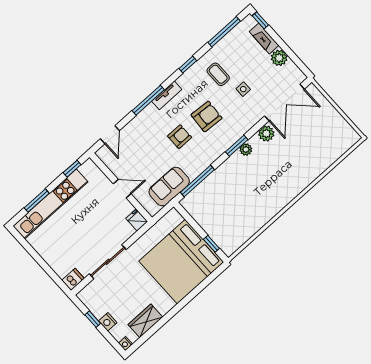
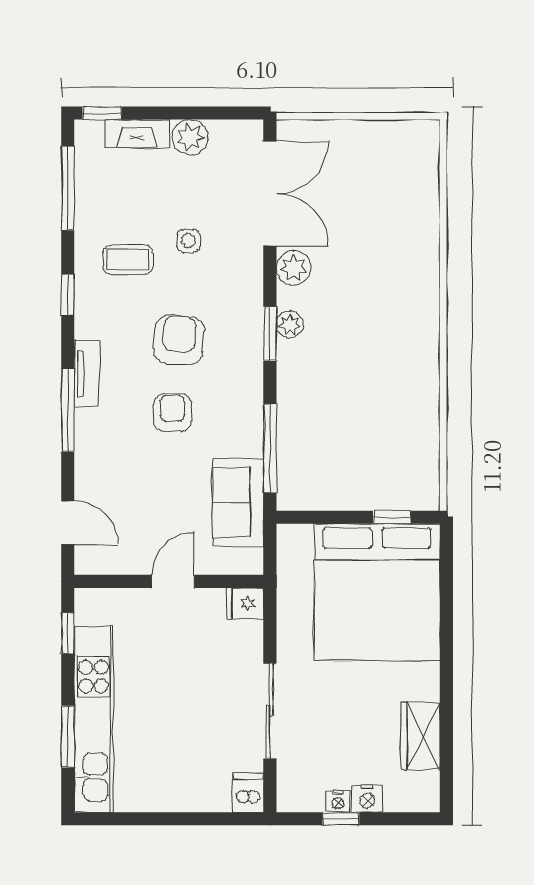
nightstand: (126, 344) -> (338, 801), moved

